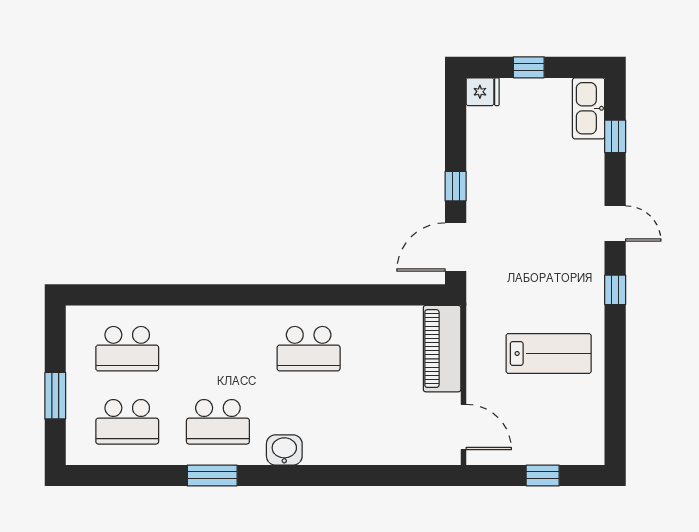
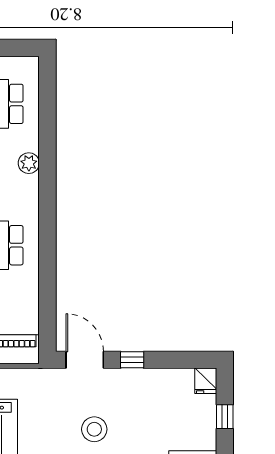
stool: (545, 235) -> (94, 429), added
plant: (203, 319) -> (29, 163), added

